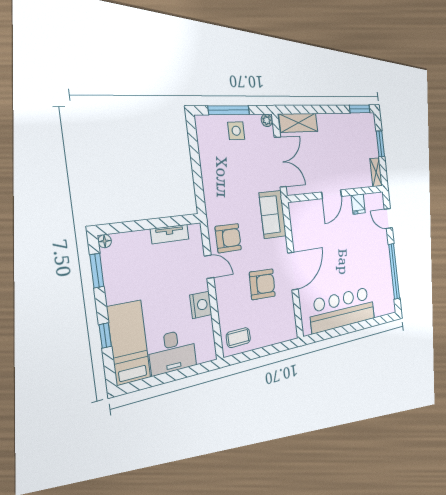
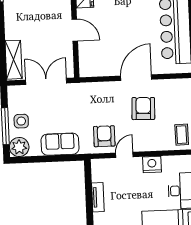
plant: (267, 120) -> (19, 147), moved, width x1.88, depth x1.88
sofa: (273, 214) -> (60, 144), moved, turned 180
tv unit: (170, 234) -> (98, 197), moved
door: (293, 271) -> (136, 78), hinge flipped

